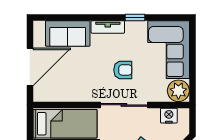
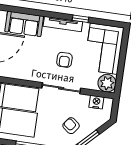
tv unit: (108, 27) -> (63, 24), width x1.41
armchair: (123, 70) -> (64, 60), turned 90

